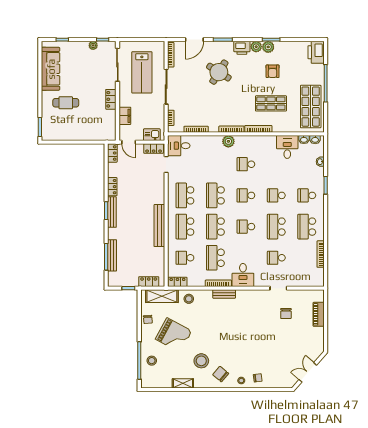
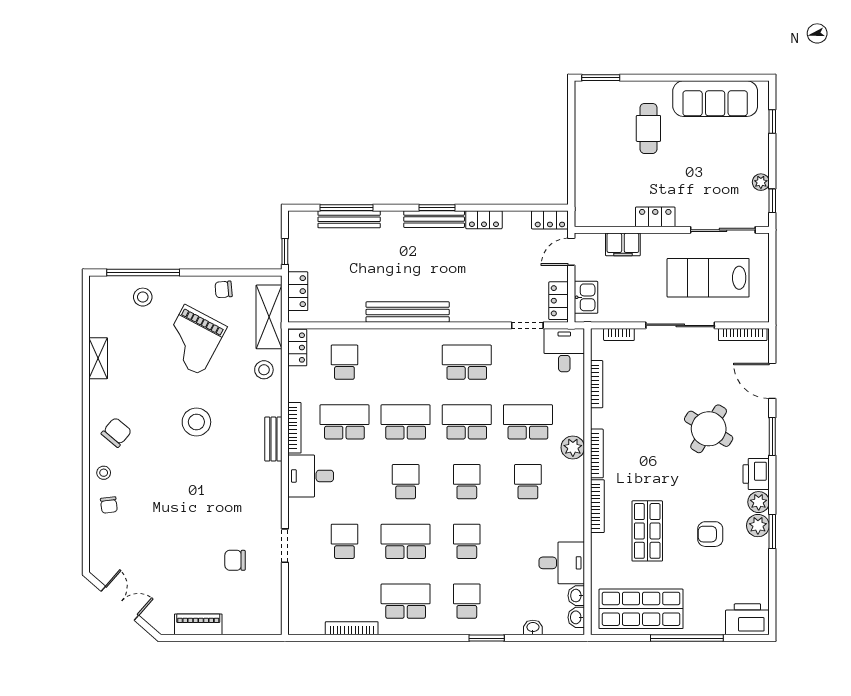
school desk: (185, 227) -> (528, 422), moved
piano: (319, 314) -> (198, 624), moved
stool: (201, 361) -> (196, 422), moved

